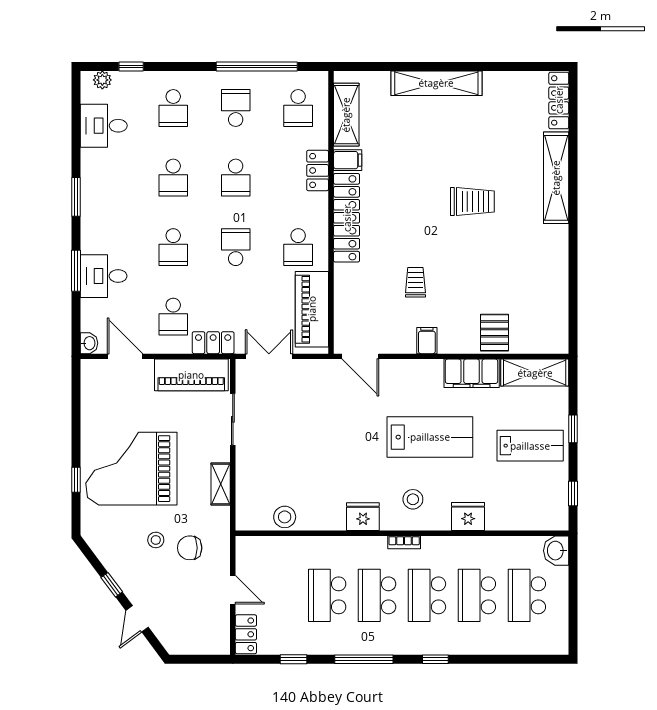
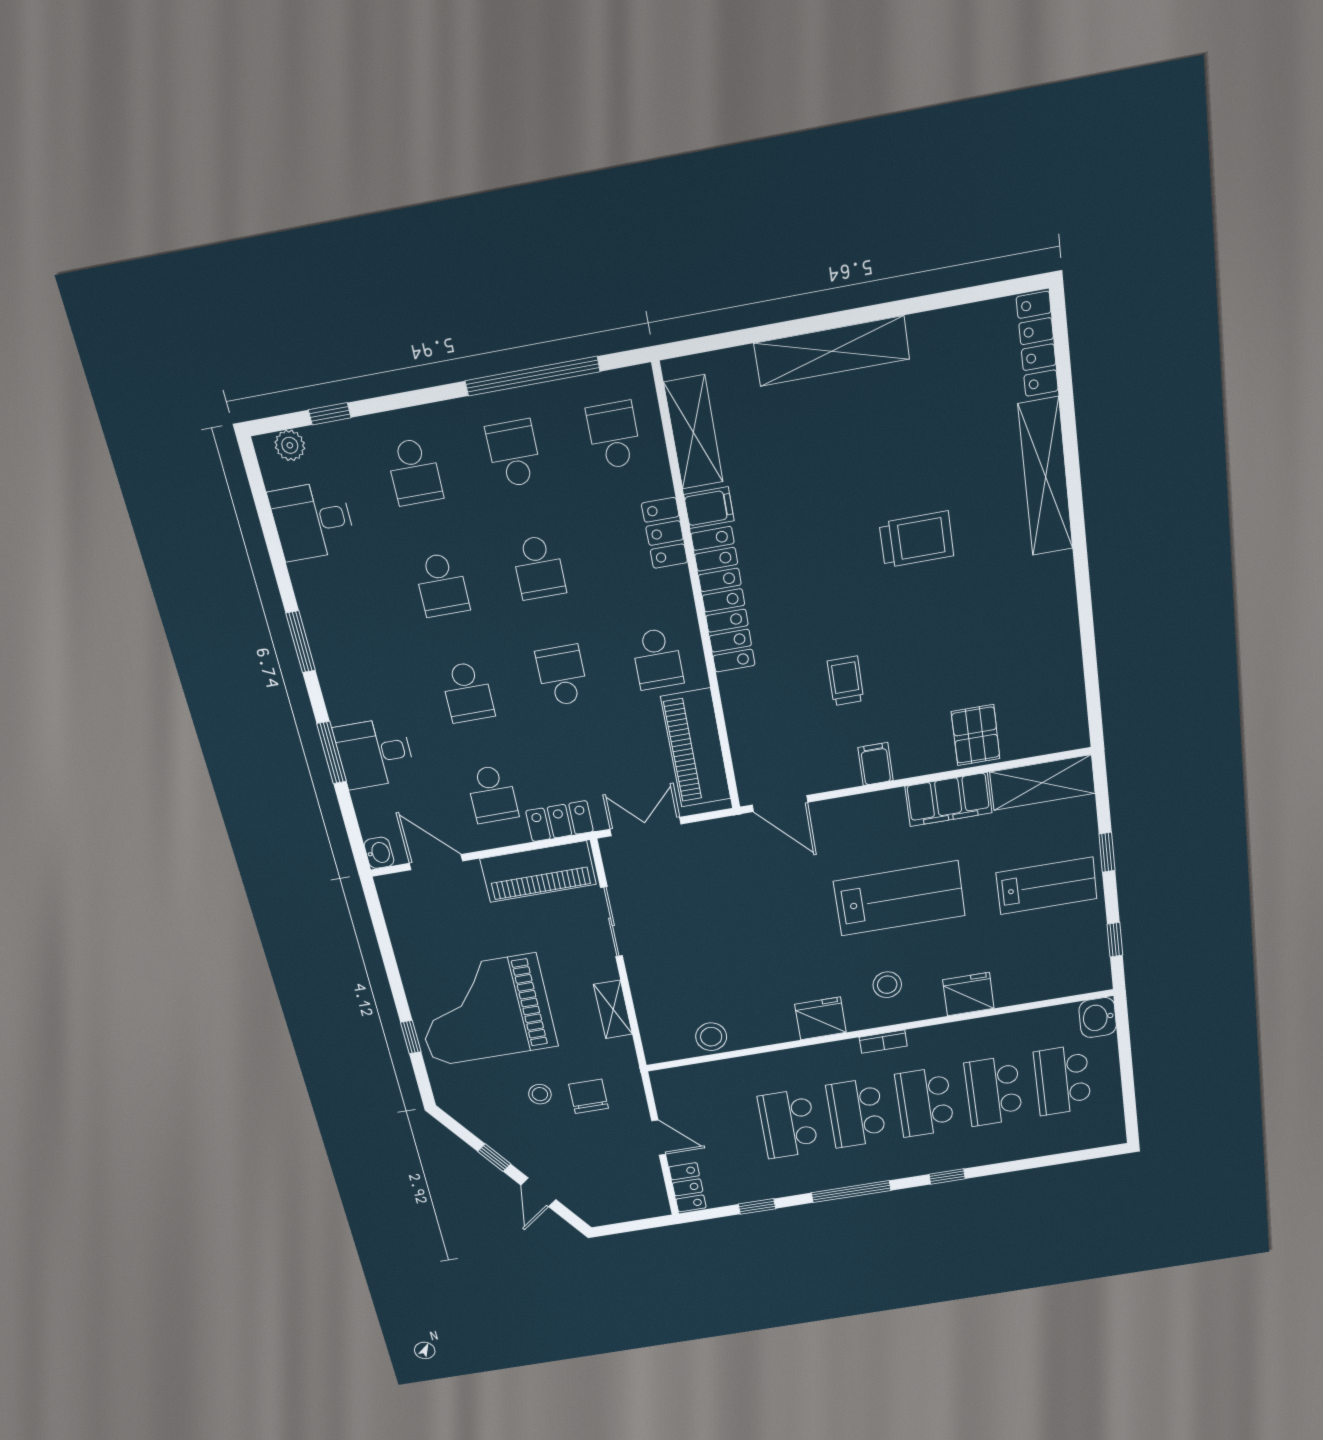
school desk: (298, 108) -> (614, 435), turned 180
chair: (190, 548) -> (589, 1096), turned 90

